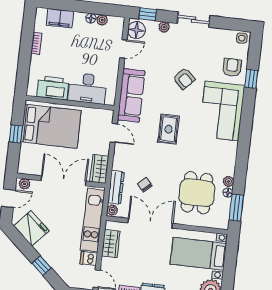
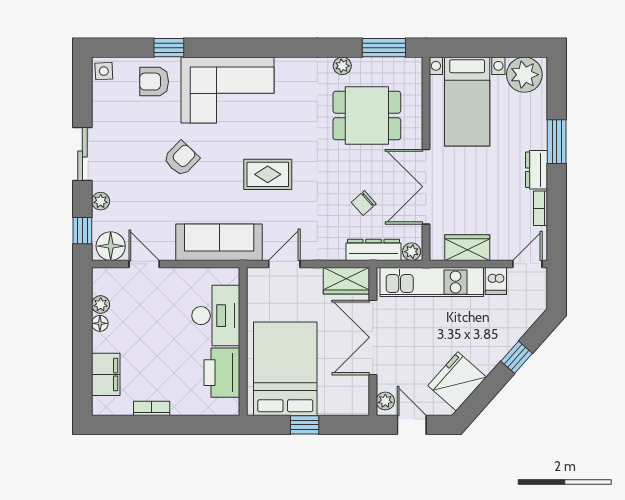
floor lamp: (228, 193) -> (361, 65), removed

